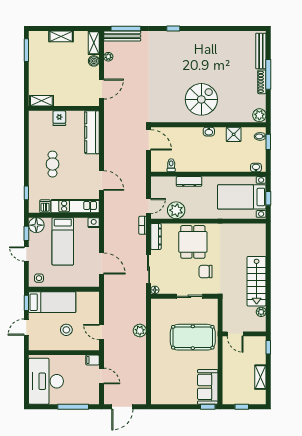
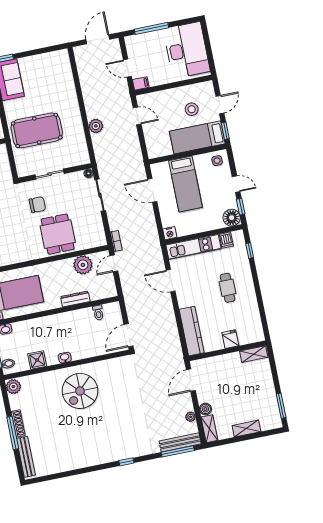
door: (149, 140) -> (129, 335), hinge flipped
dresser: (156, 236) -> (99, 232), removed
bed: (63, 241) -> (185, 184), moved, turned 180
stool: (66, 330) -> (192, 109), moved

